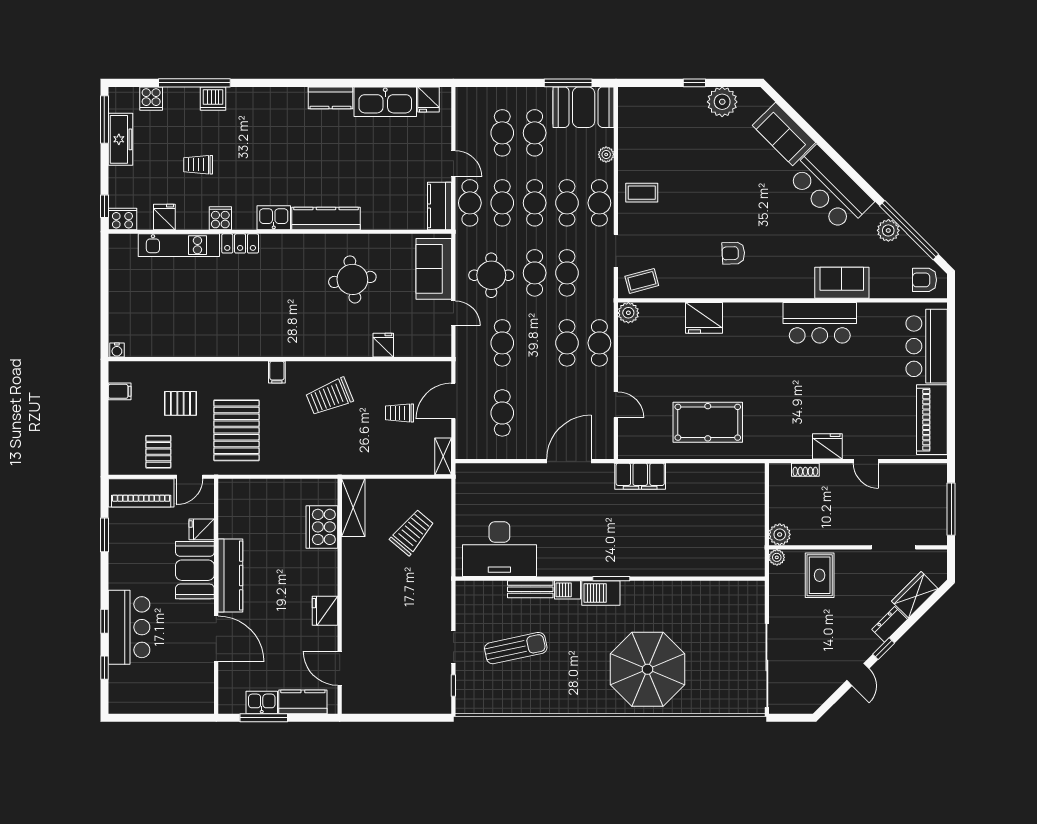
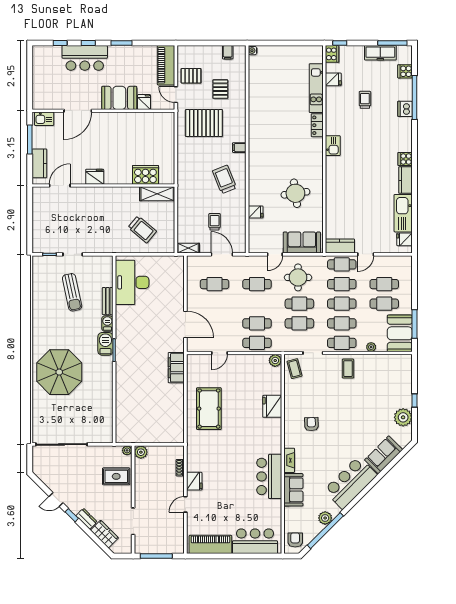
cooker: (220, 218) -> (405, 159), moved, turned 180
kitchen counter: (326, 218) -> (332, 177), removed
fireplace: (793, 290) -> (289, 460), added
window: (104, 535) -> (122, 43), moved
kitchen counter: (230, 576) -> (116, 119), removed
kitchen sink: (262, 703) -> (44, 119), moved, turned 90

